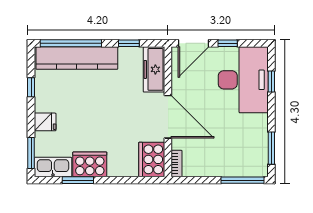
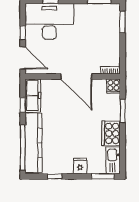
freezer: (154, 69) -> (33, 96), moved, turned -90
door: (168, 117) -> (76, 76), swing flipped
cooker: (152, 159) -> (113, 86), width x0.53, depth x0.76
window: (78, 180) -> (123, 111), moved
window: (243, 180) -> (123, 22), width x0.69

